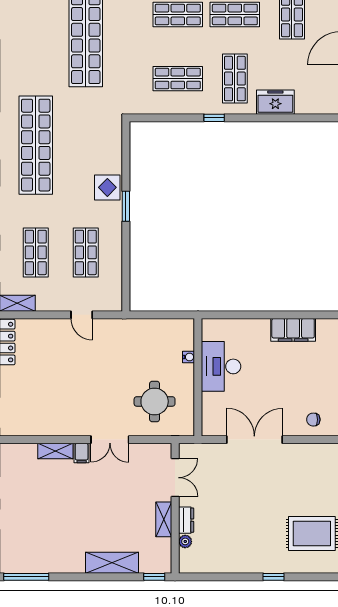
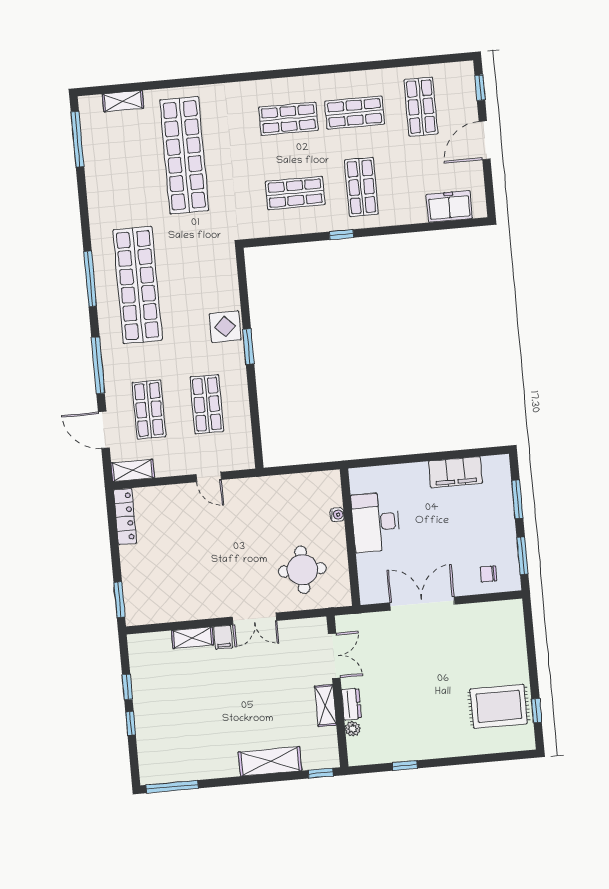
freezer: (275, 102) -> (449, 206), moved
window: (273, 577) -> (405, 765), moved

